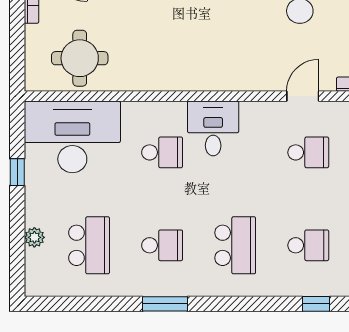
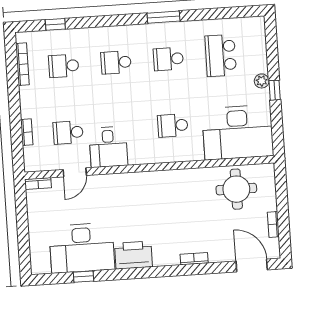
desk: (213, 128) -> (108, 147), moved
window: (17, 172) -> (275, 90), moved
plant: (34, 237) -> (262, 81), moved
school desk: (235, 245) -> (116, 62), width x0.54

